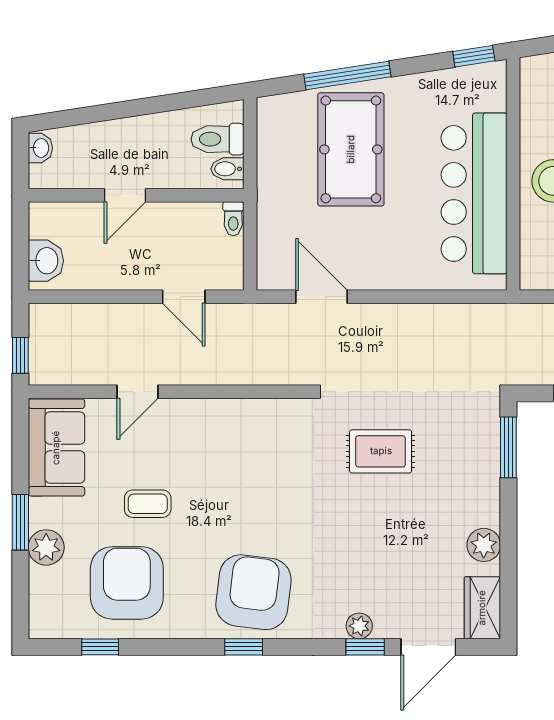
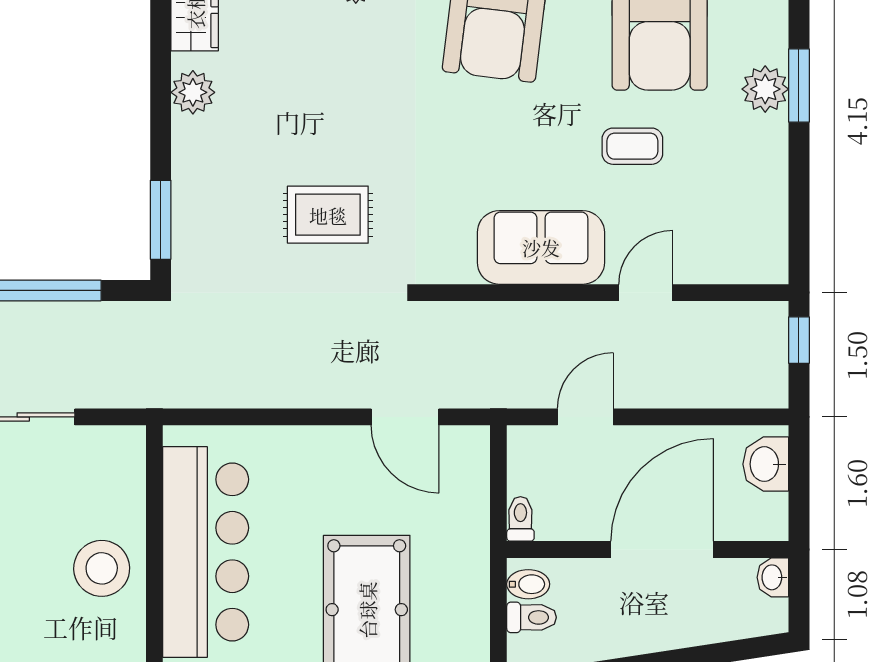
toilet: (217, 139) -> (532, 617), width x0.73, depth x0.72
washbasin: (40, 148) -> (773, 577), moved
door: (125, 195) -> (662, 550), width x1.87
door: (184, 297) -> (585, 417), hinge flipped
sofa: (56, 448) -> (541, 247), moved, turned 90
window: (20, 522) -> (799, 86), moved

